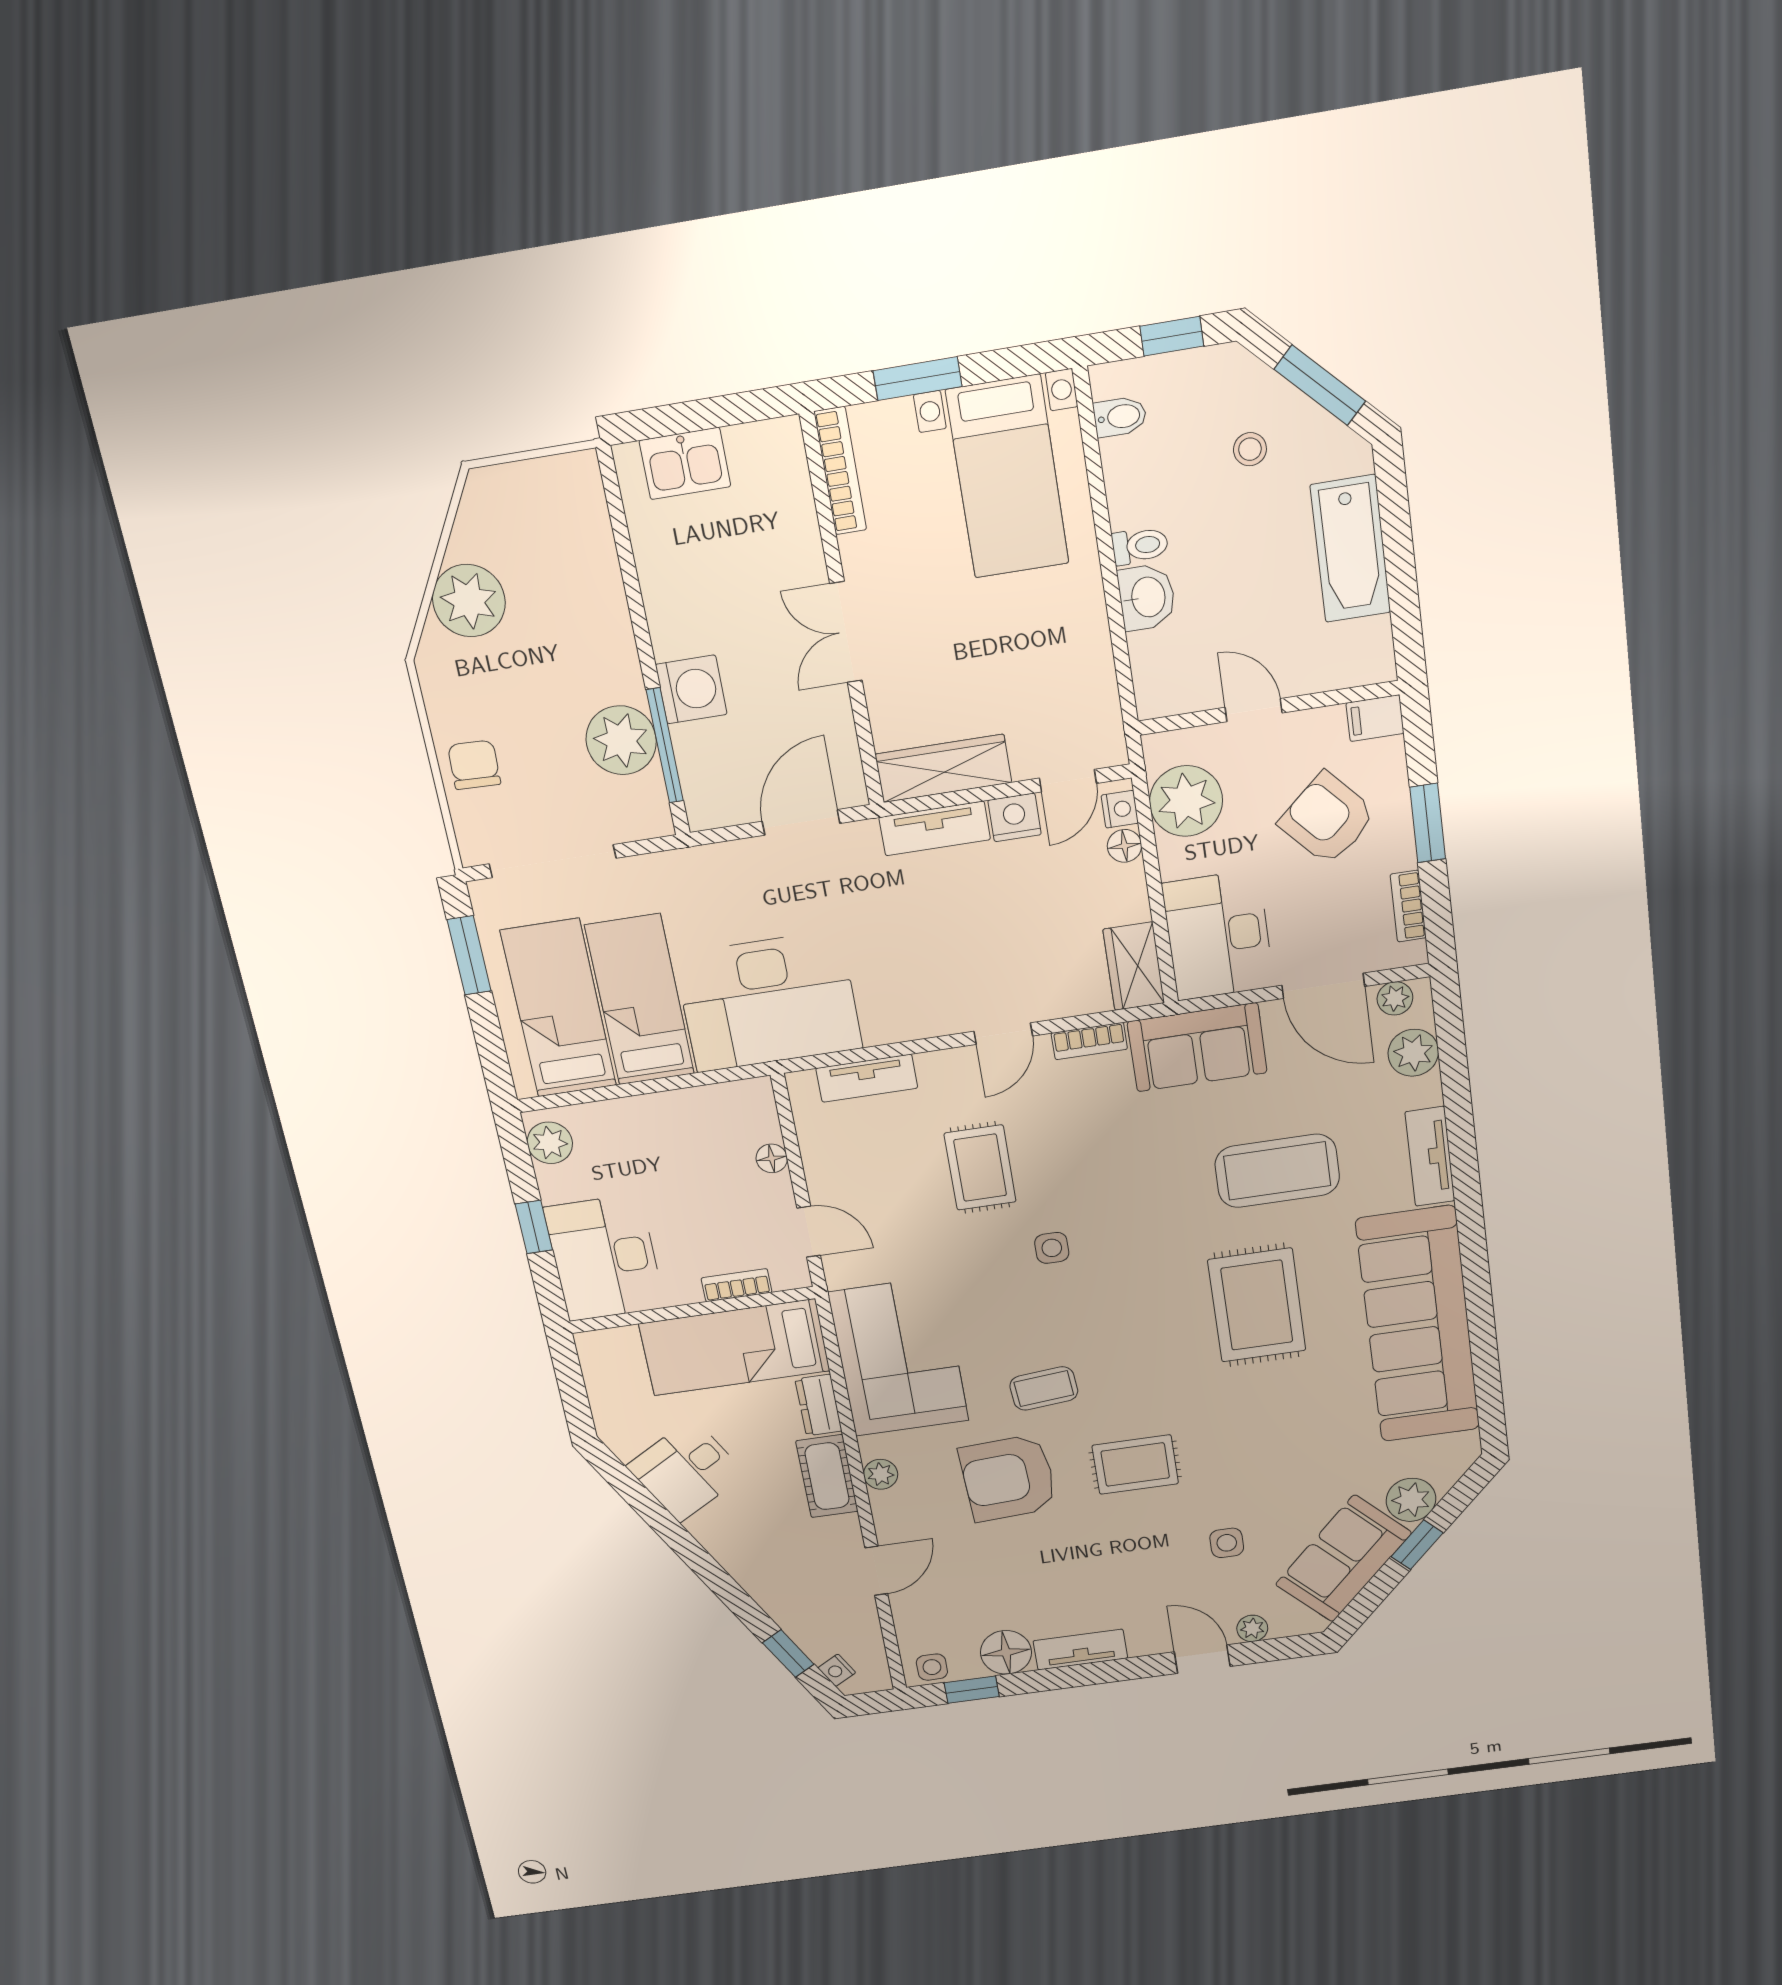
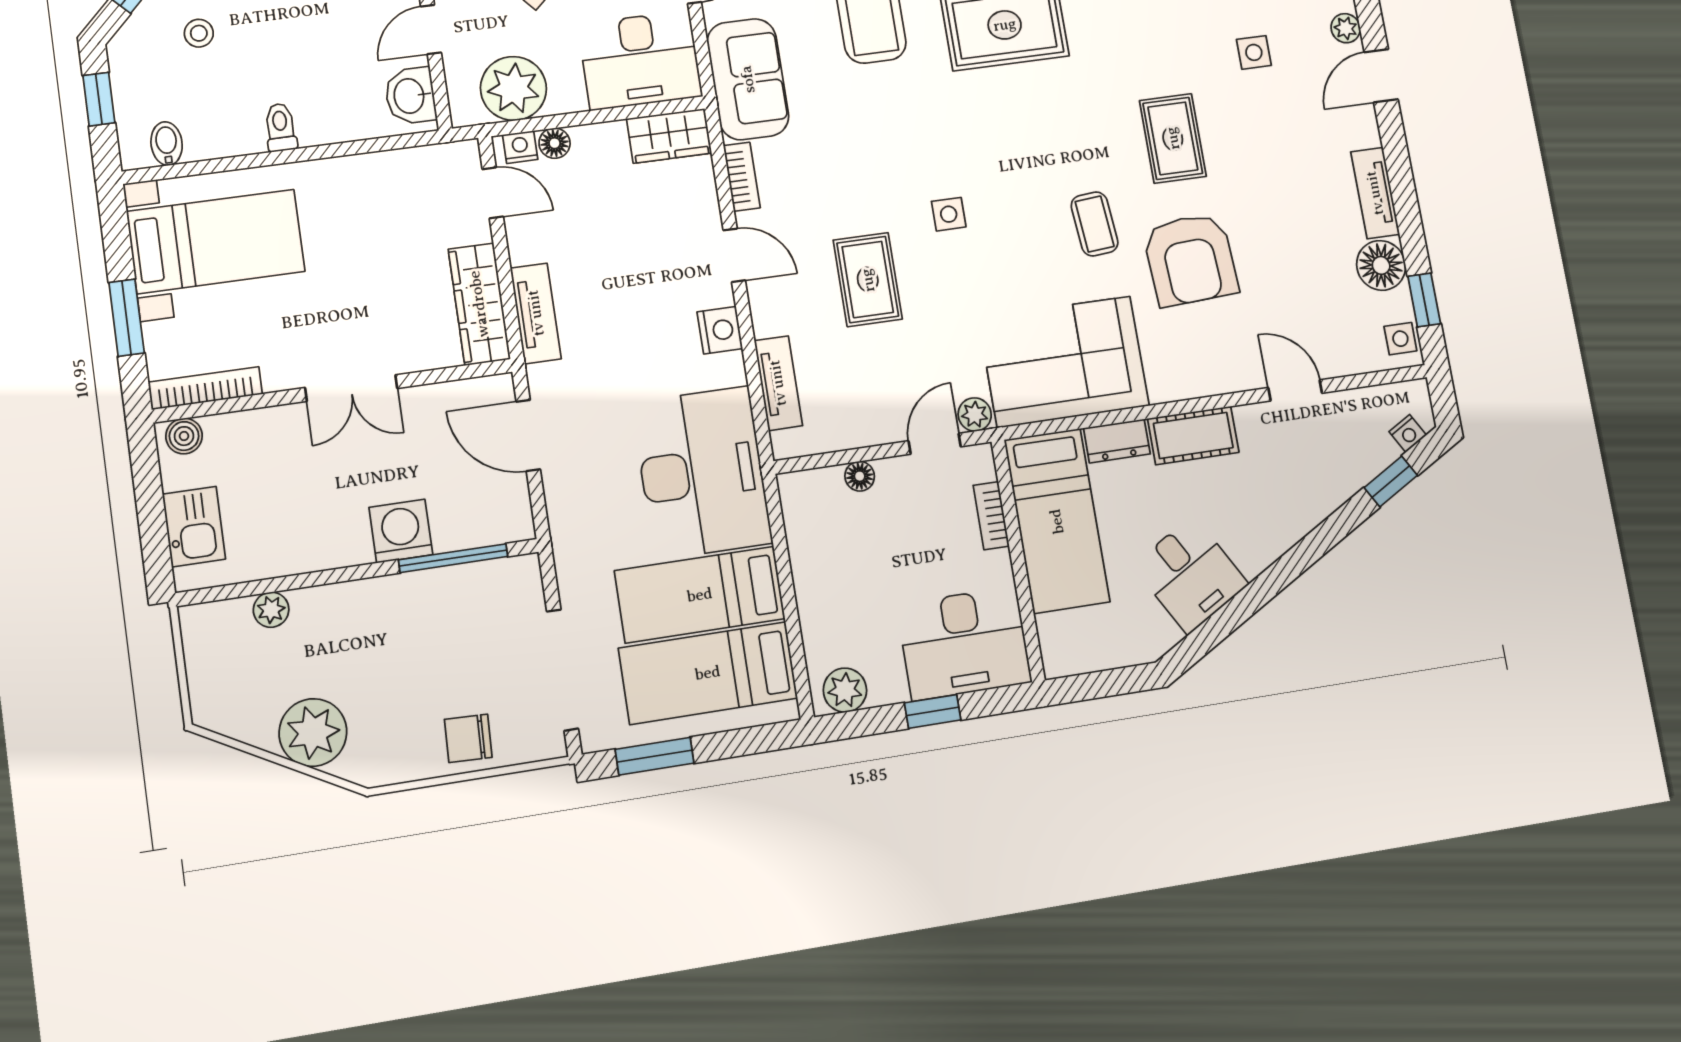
boiler: (785, 449) -> (184, 436), added
washbasin: (1147, 597) -> (410, 96), moved, turned -90
plant: (621, 740) -> (271, 610), moved, width x0.53, depth x0.53
nightstand: (1015, 817) -> (720, 330), moved, turned 180
rug: (980, 1168) -> (868, 280), turned 90
plant: (881, 1474) -> (975, 415), moved

